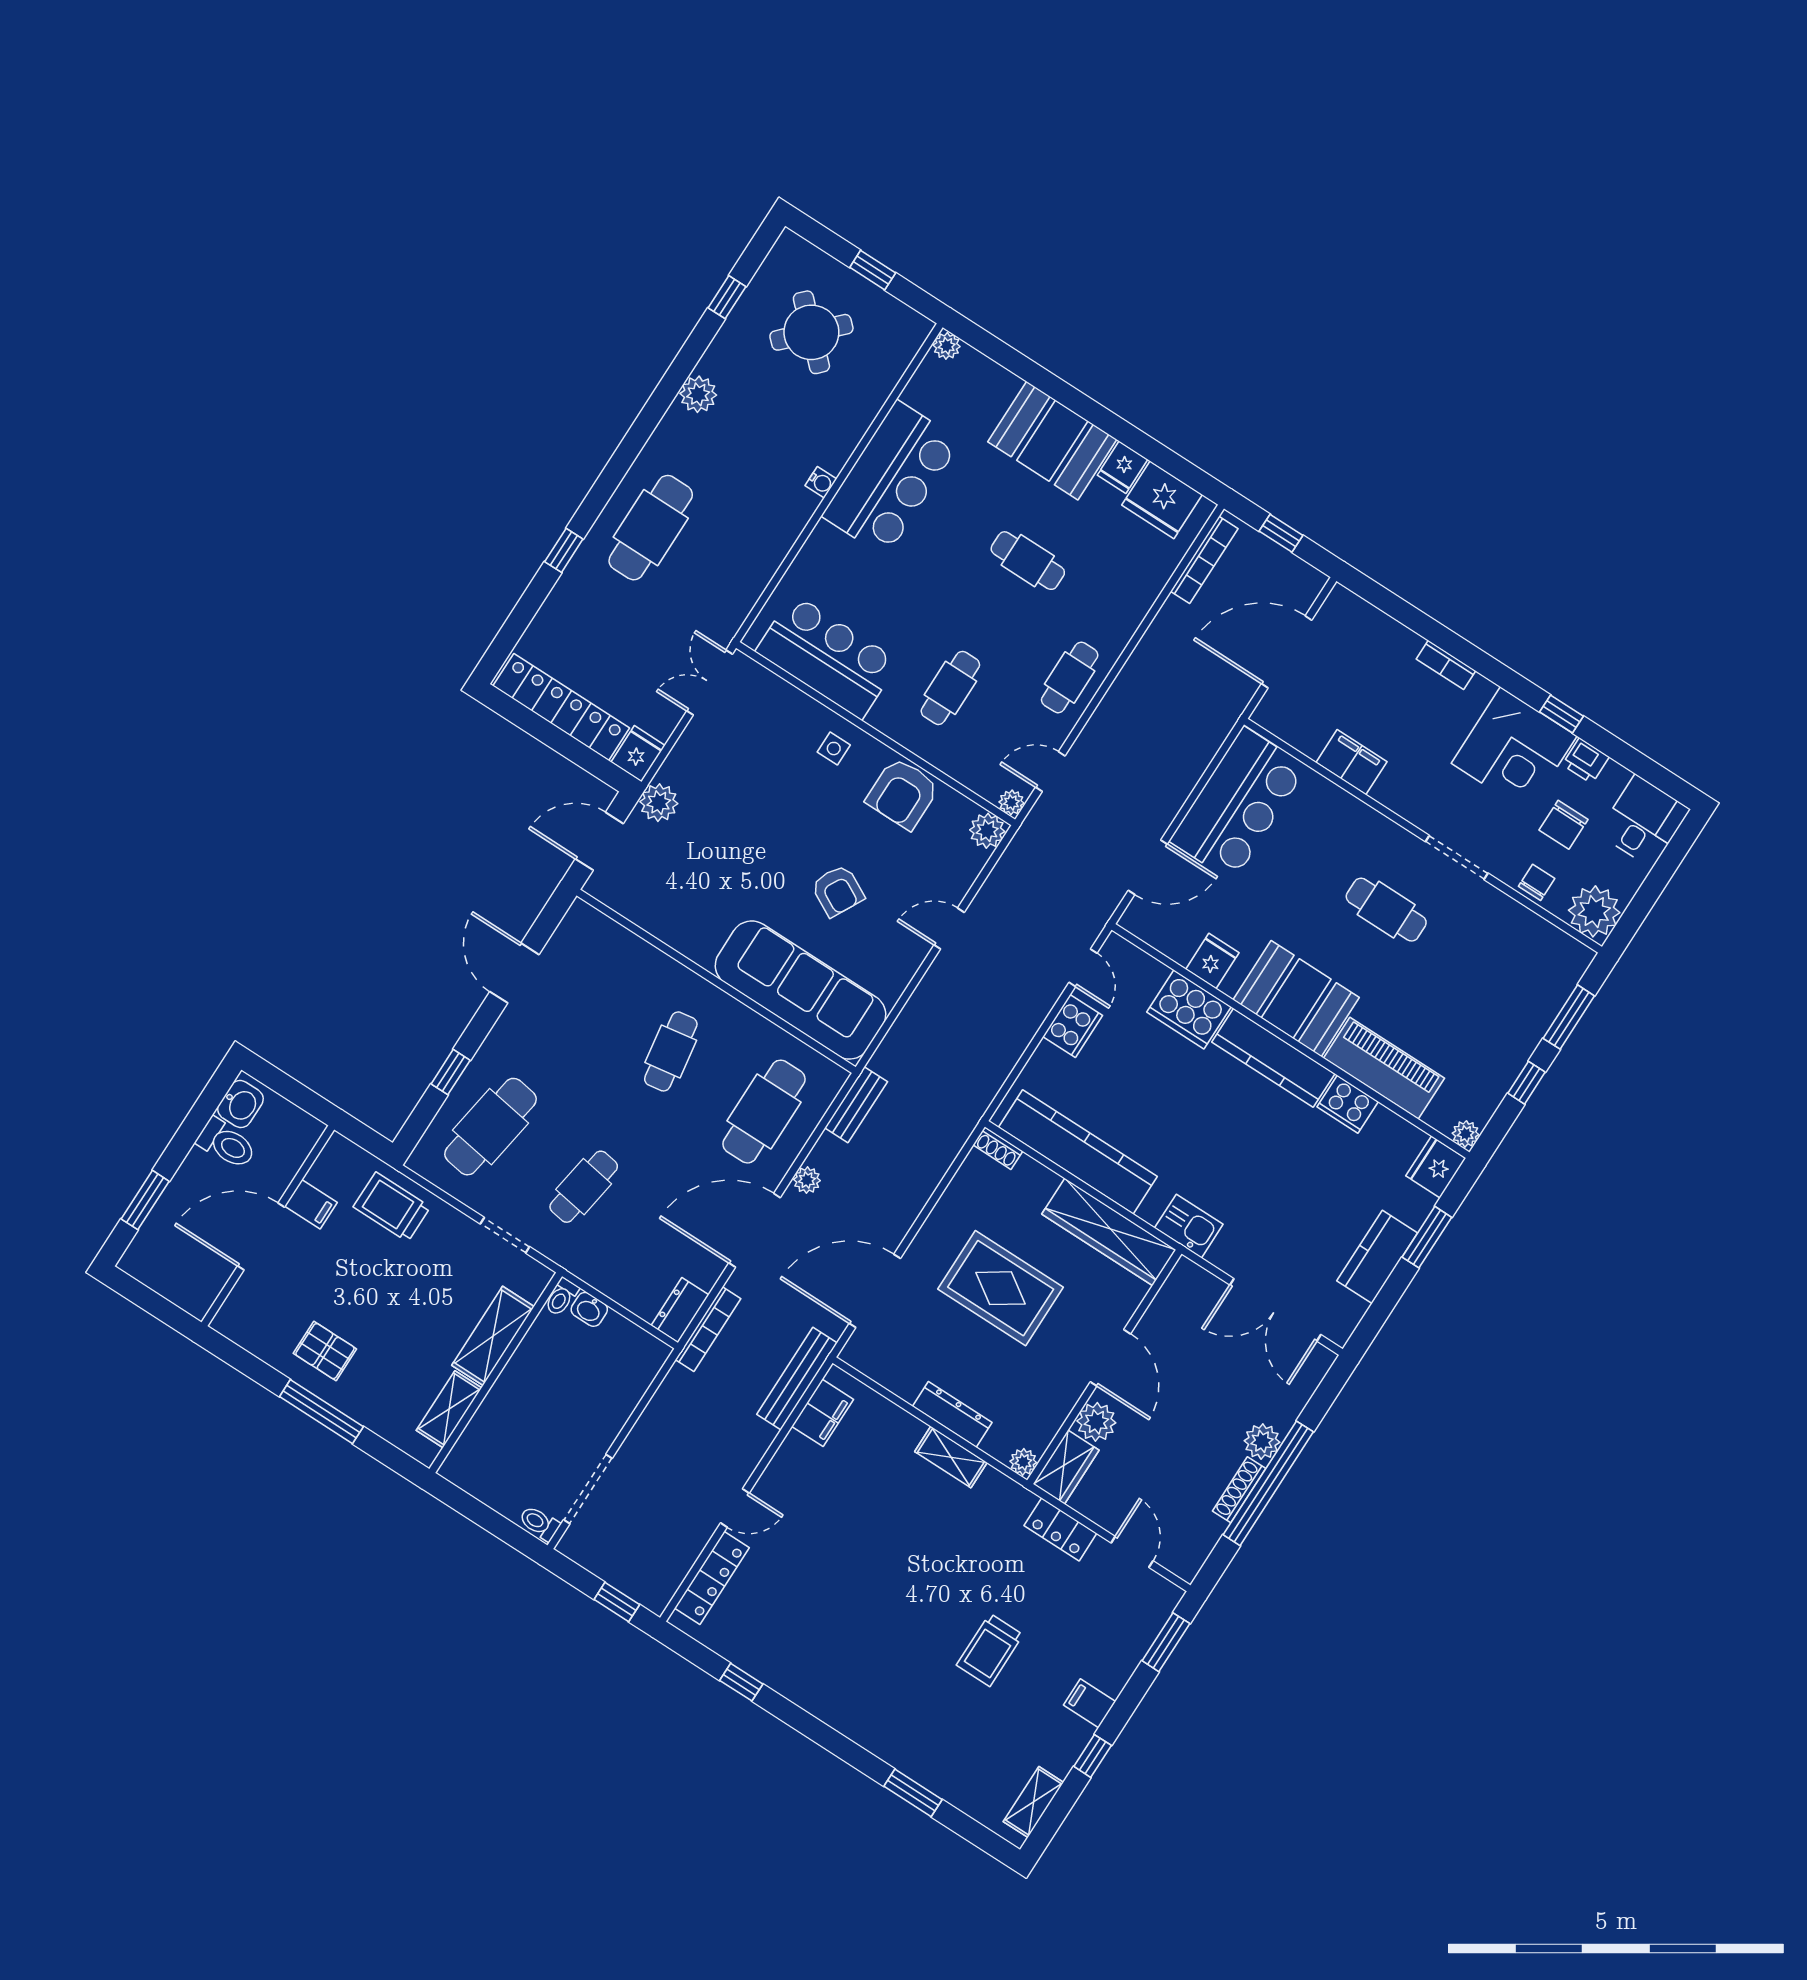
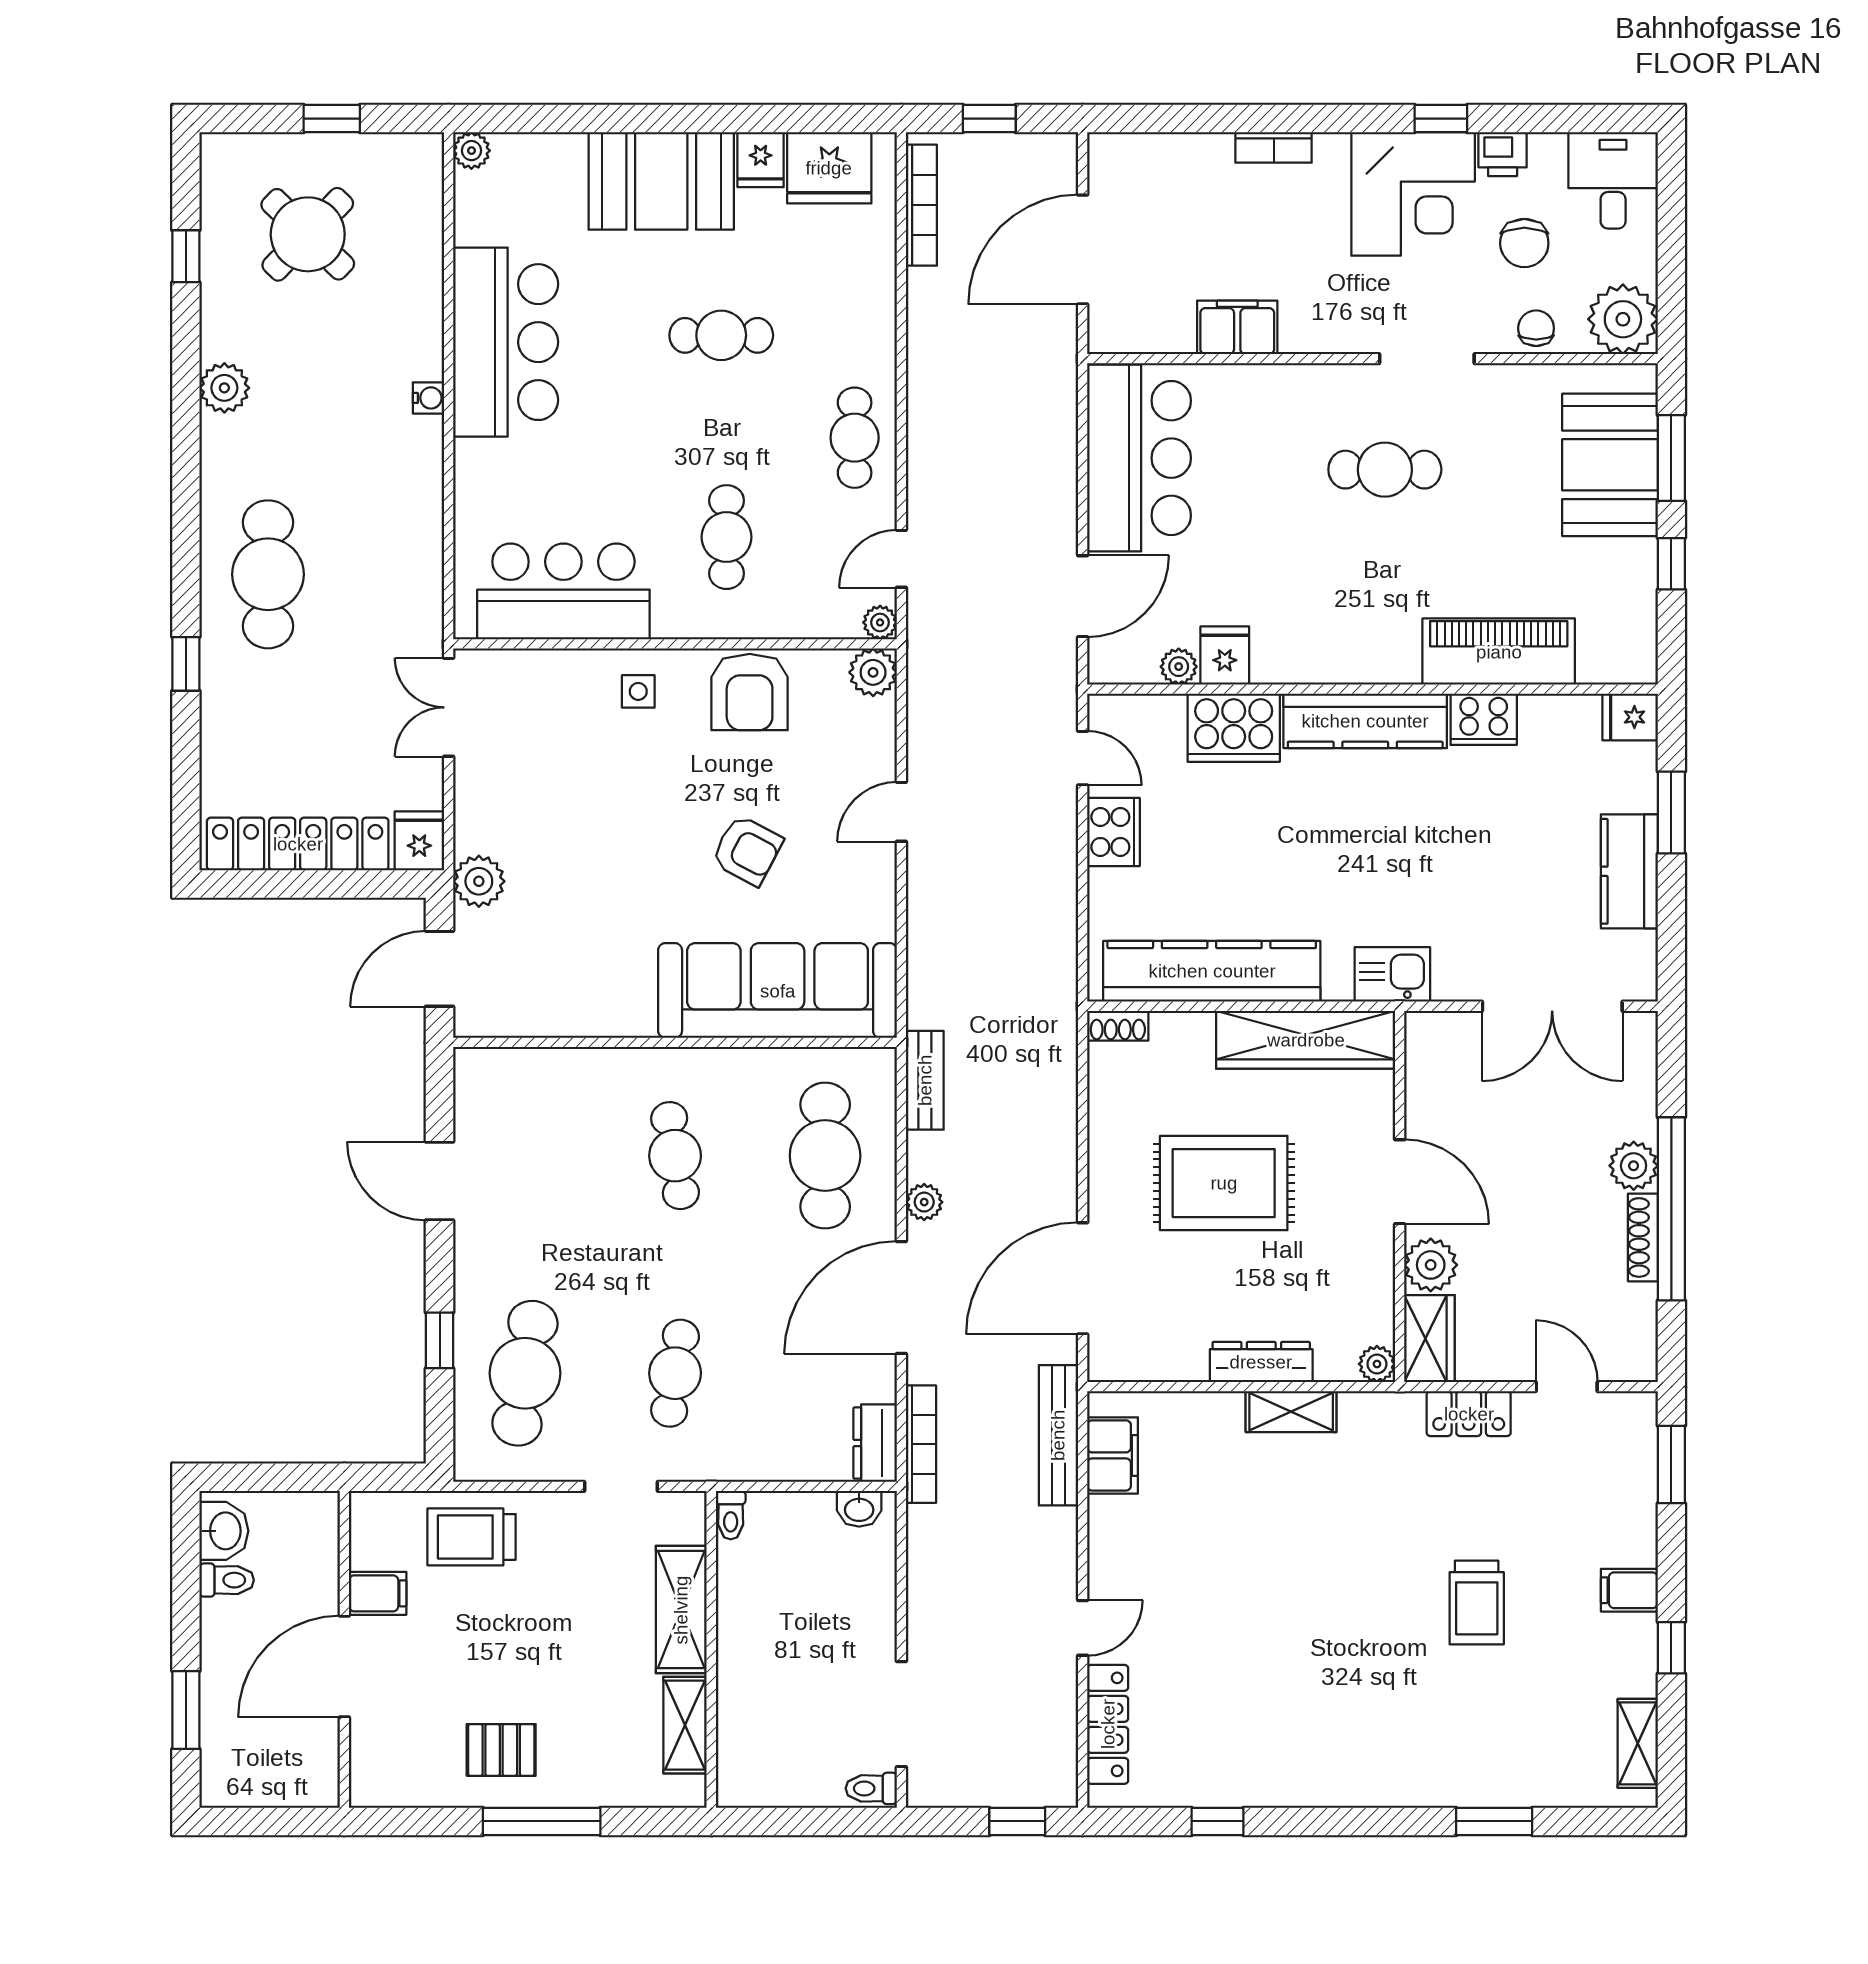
booth: (1296, 999) -> (1610, 465), moved, turned 90
plant: (1466, 1134) -> (1179, 667), moved
toilet: (226, 1144) -> (227, 1580), width x0.73, depth x0.72
fridge: (1436, 1167) -> (1630, 717), width x0.72
washbasin: (589, 1309) -> (859, 1509), moved

